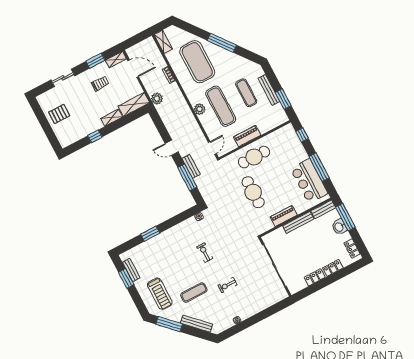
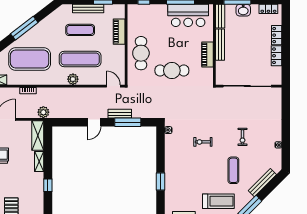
piano: (247, 136) -> (119, 32), moved

